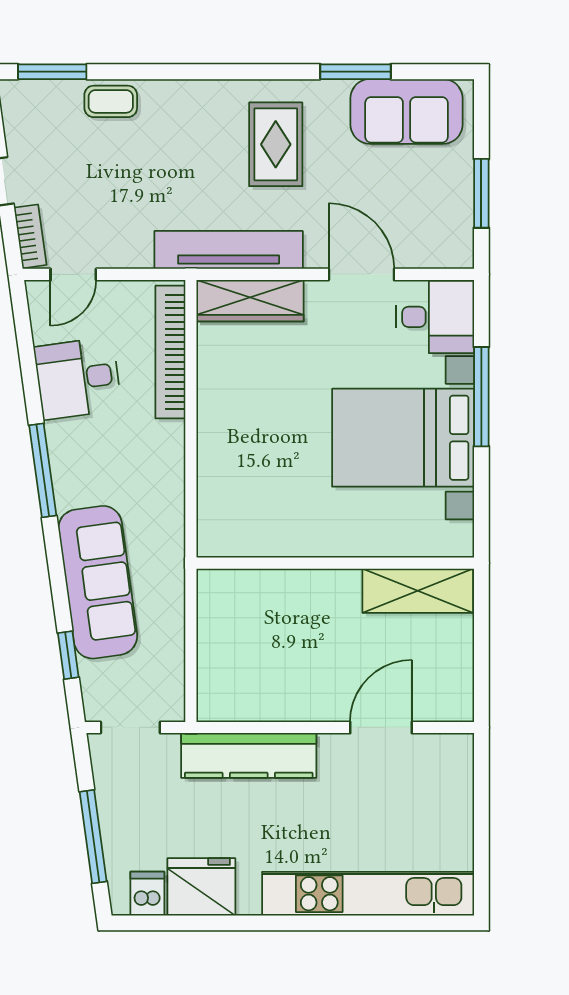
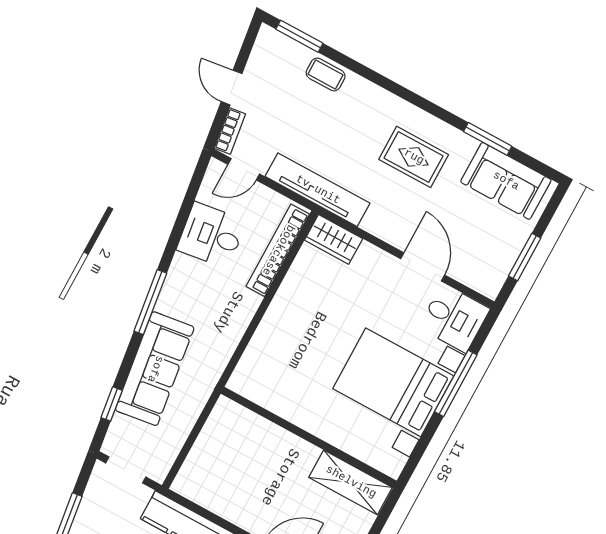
rug: (276, 144) -> (414, 157), turned 90
tv unit: (229, 250) -> (318, 190), moved
wardrobe: (250, 301) -> (334, 239), width x0.67
window: (43, 470) -> (150, 302), moved

